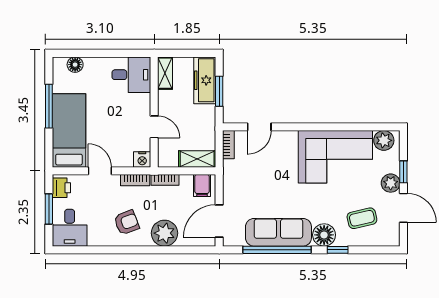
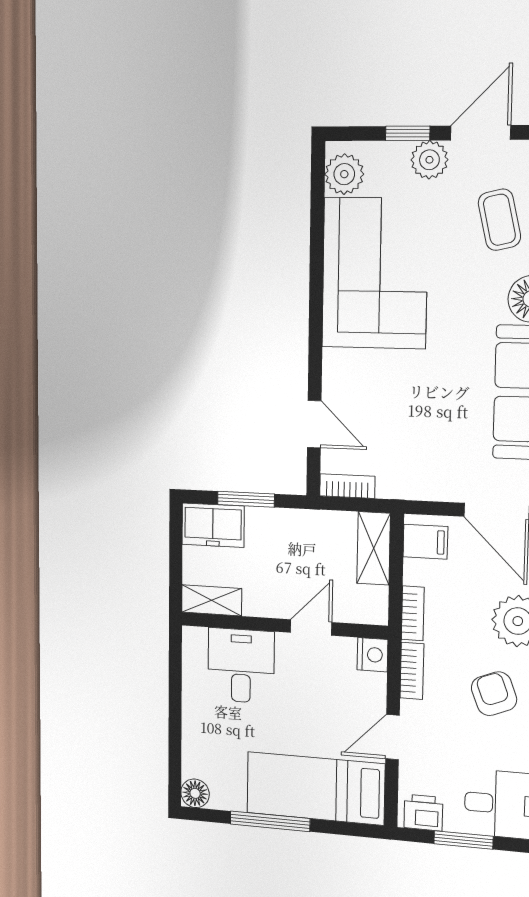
floor lamp: (75, 65) -> (195, 793), moved
desk: (131, 75) -> (241, 666), moved
freezer: (205, 80) -> (213, 525), width x0.71

